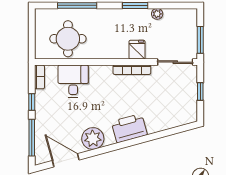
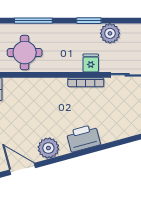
plant: (157, 14) -> (110, 33), width x1.88, depth x1.88
desk: (73, 81) -> (30, 93), removed

